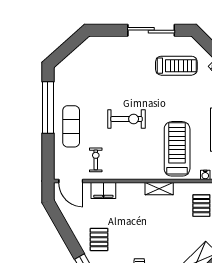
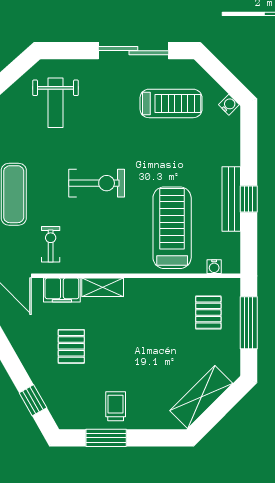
weight bench: (99, 65) -> (55, 103), added
shelving: (159, 189) -> (103, 287), moved
pallet: (99, 239) -> (71, 346), moved

